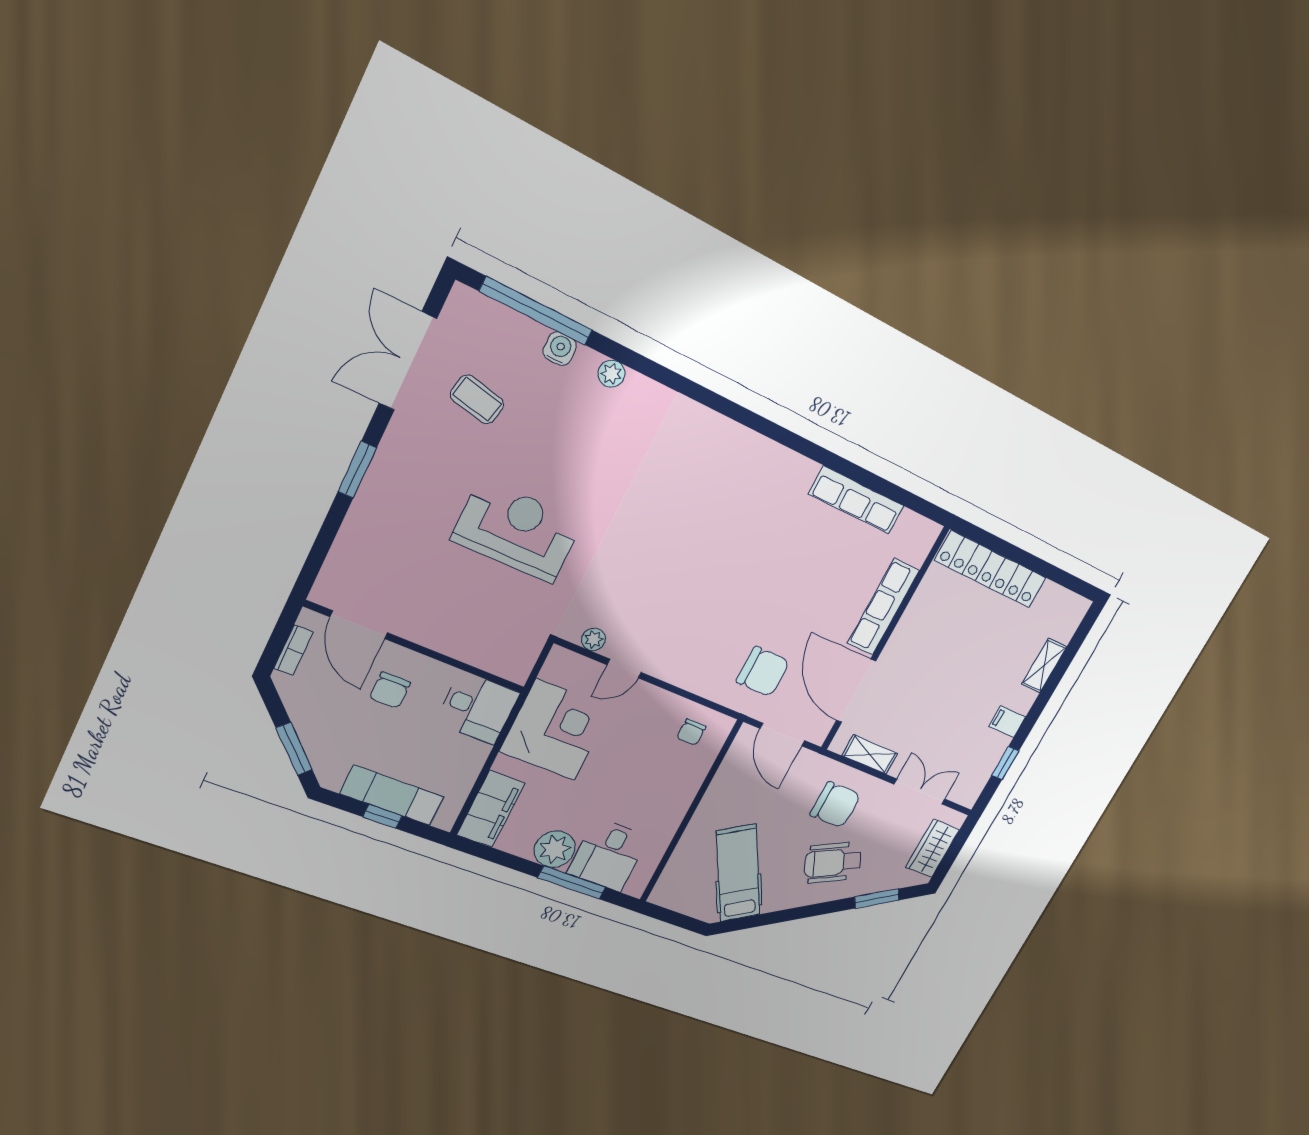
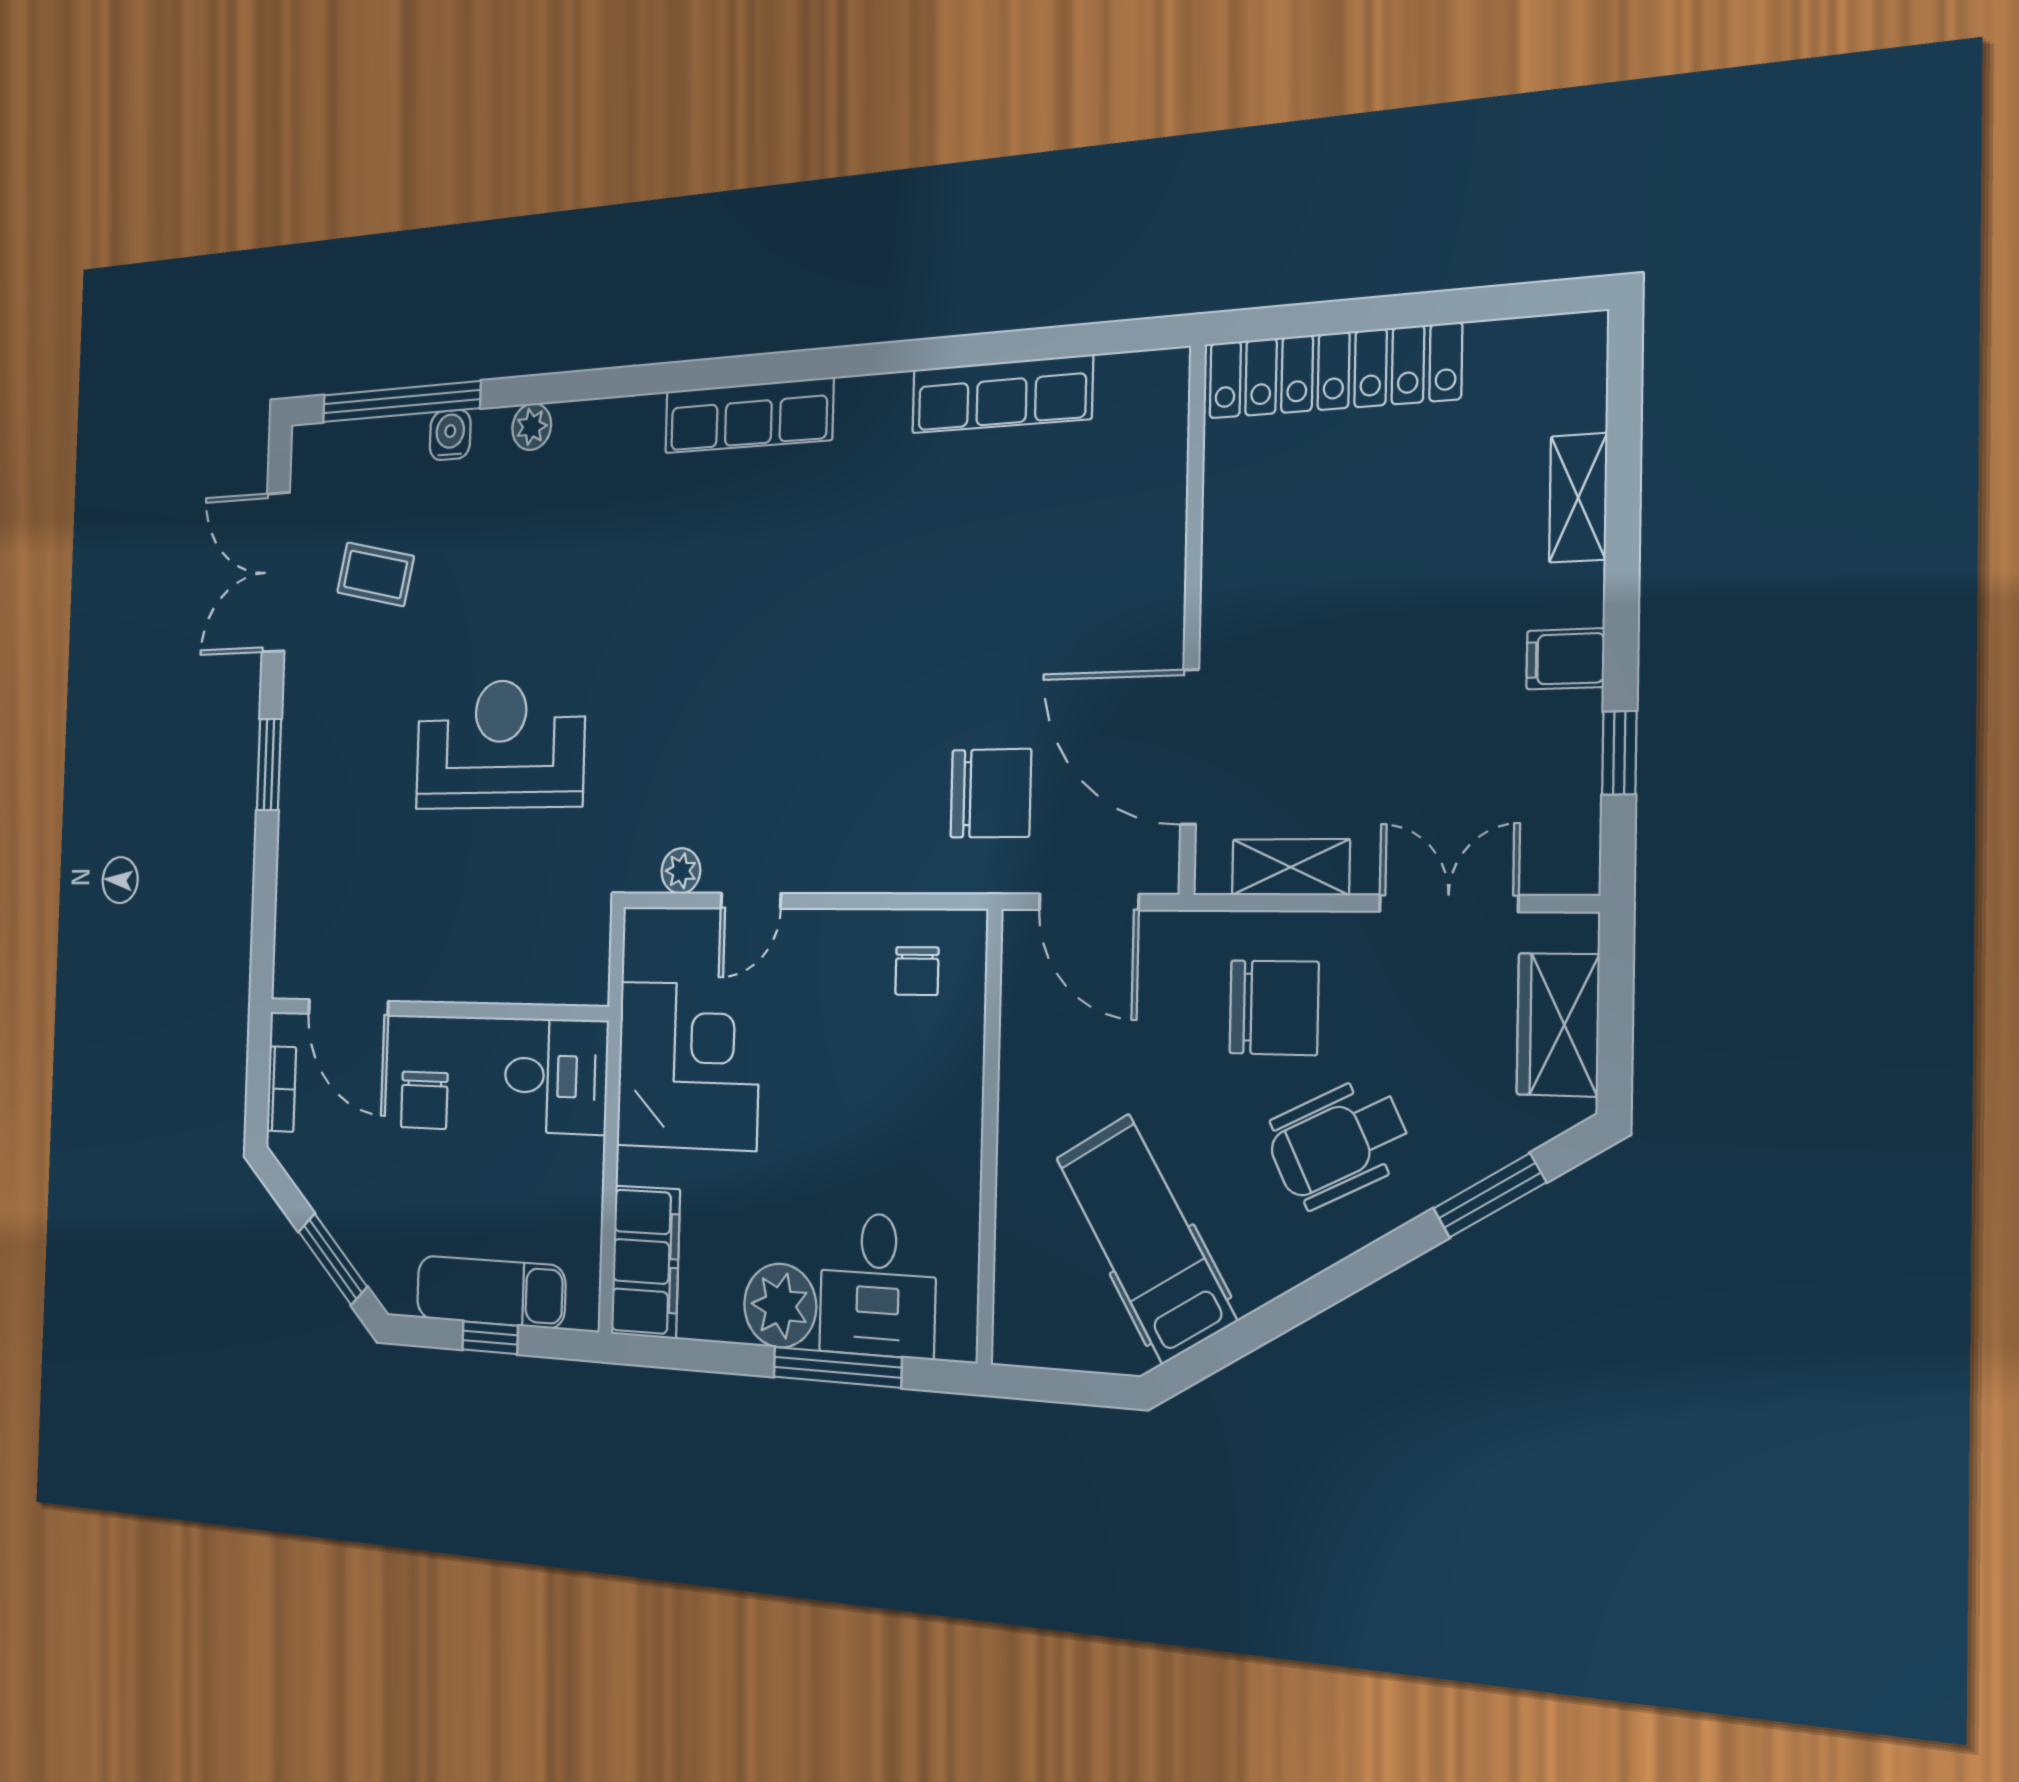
row of seats: (883, 607) -> (749, 415), moved, turned -90

